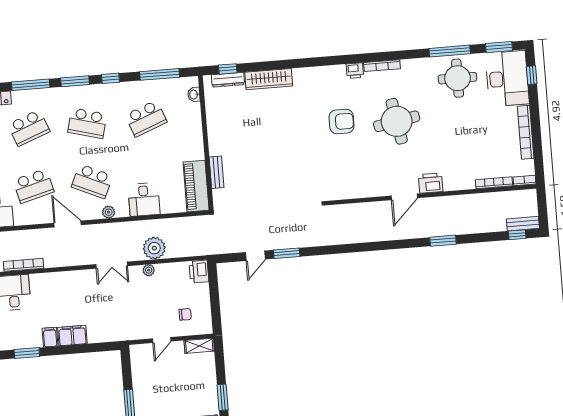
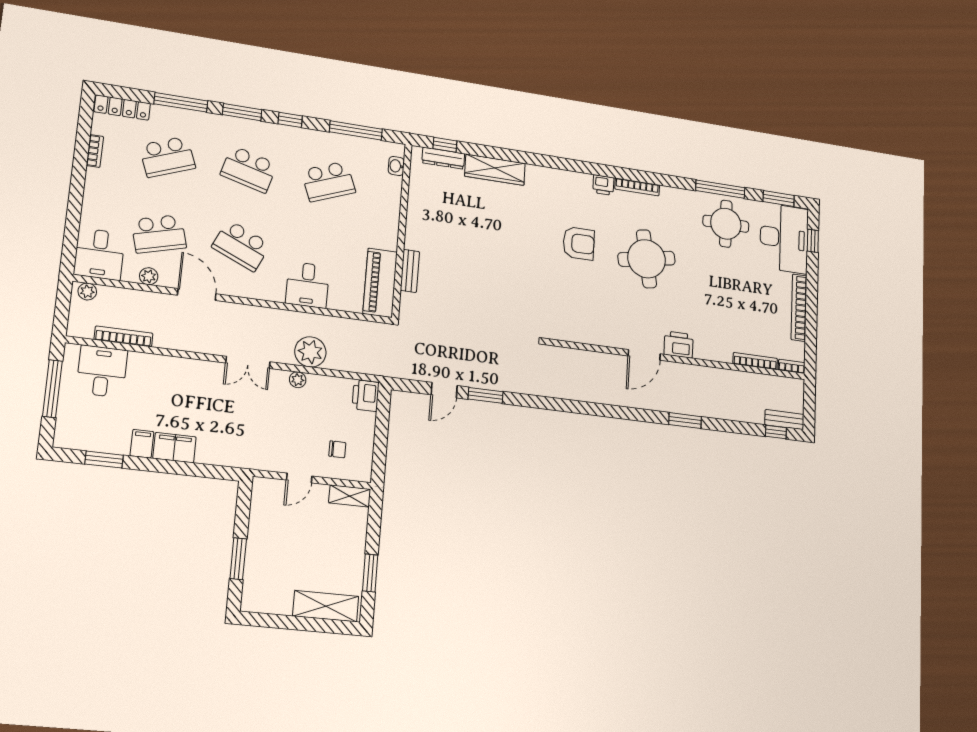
plant: (109, 212) -> (149, 276), moved

